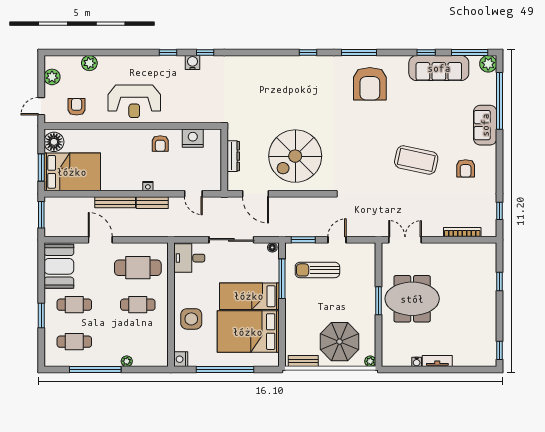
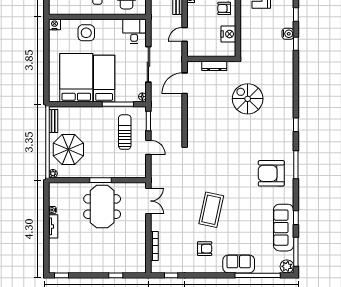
spiral stairs: (295, 156) -> (248, 99), moved, width x0.73, depth x0.73
armchair: (466, 168) -> (205, 249), turned 180
window: (225, 370) -> (46, 59), removed

